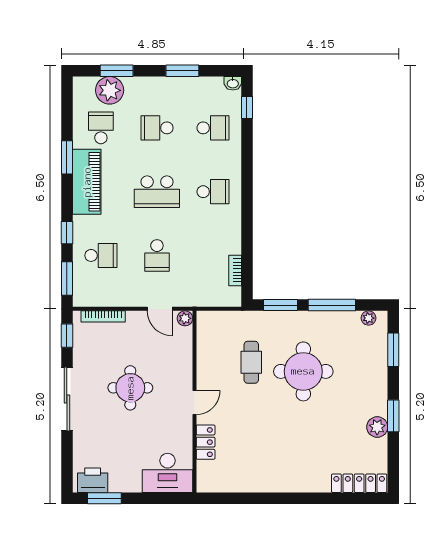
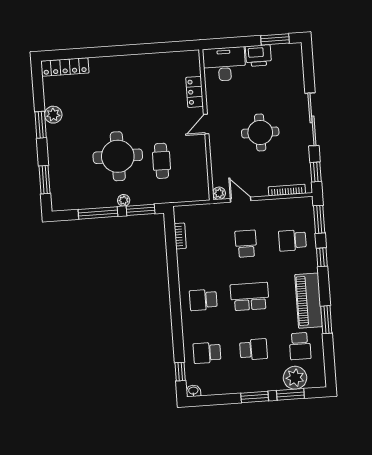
window: (182, 71) -> (255, 397), moved
plant: (369, 318) -> (124, 200), moved
printer: (93, 480) -> (258, 56), moved

